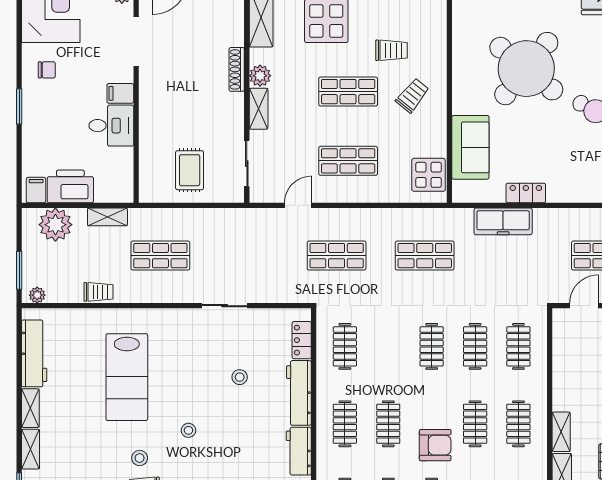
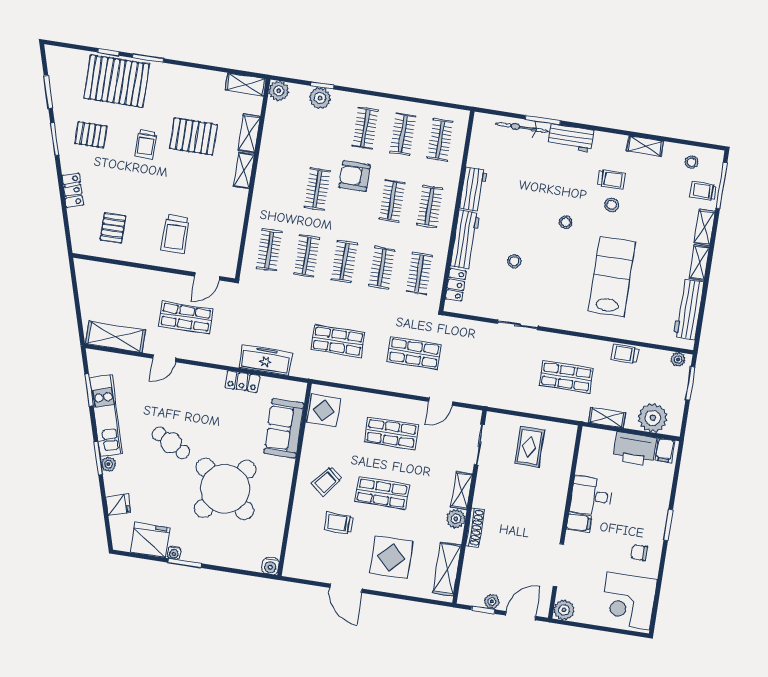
clothes rail: (518, 424) -> (382, 268), moved

